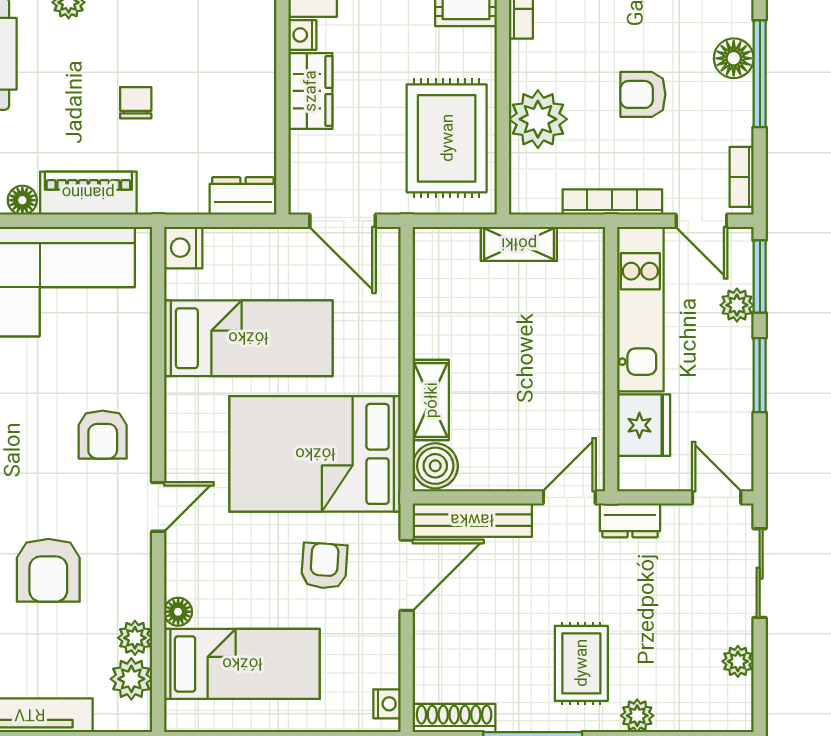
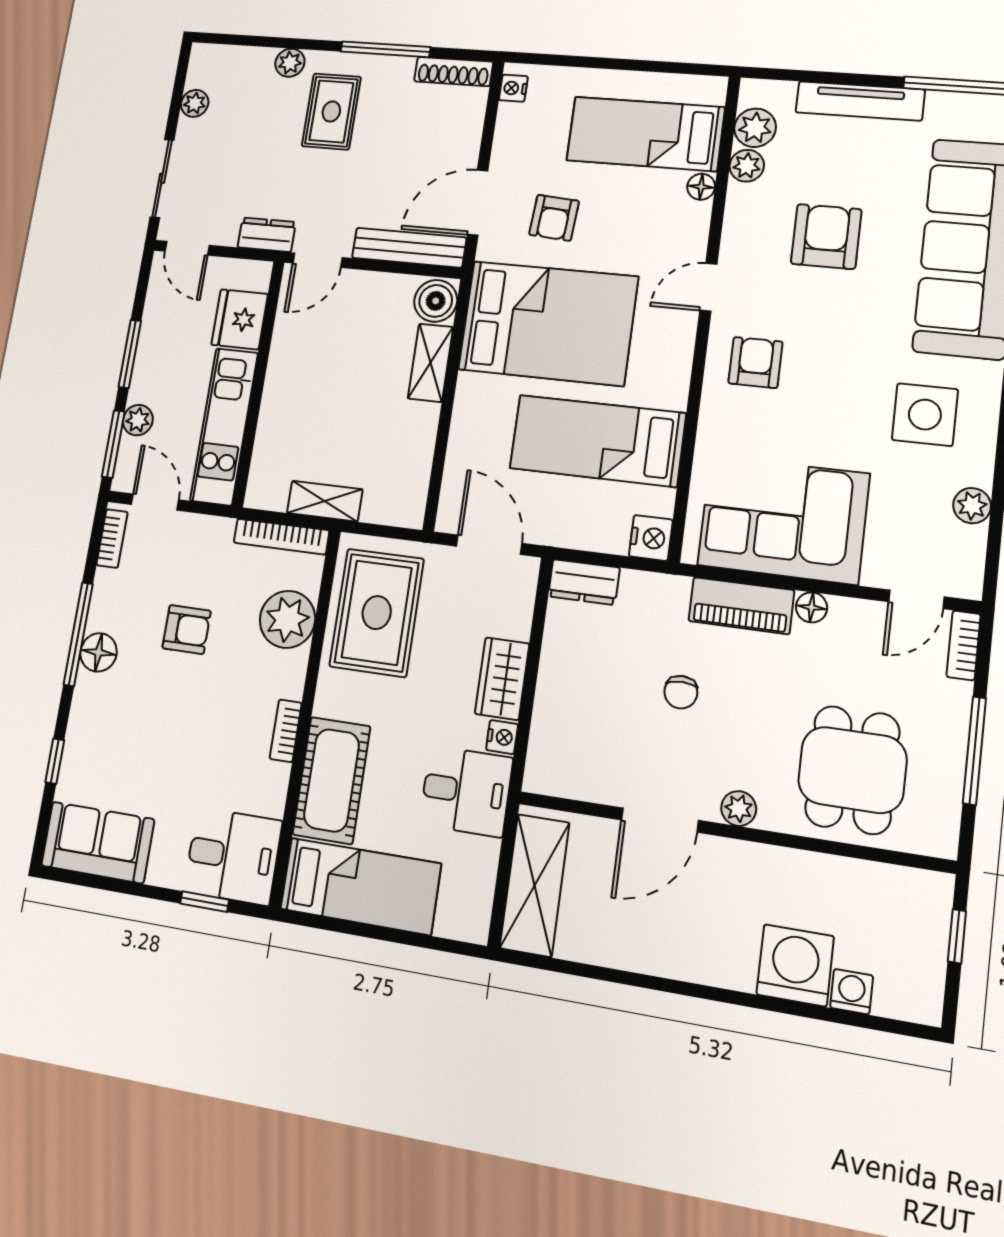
bookcase: (612, 202) -> (281, 537), moved

